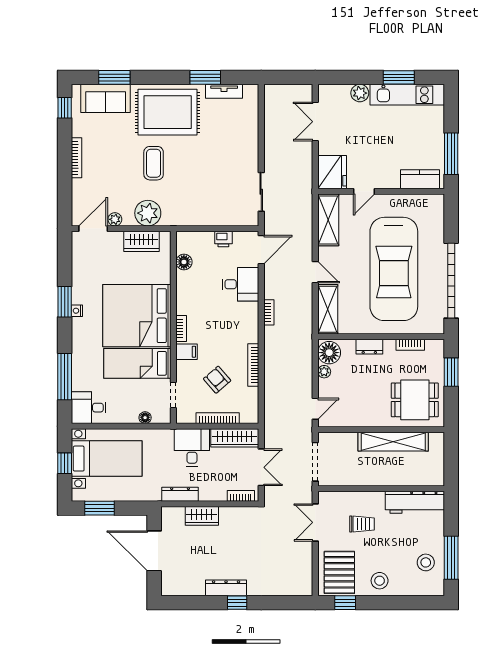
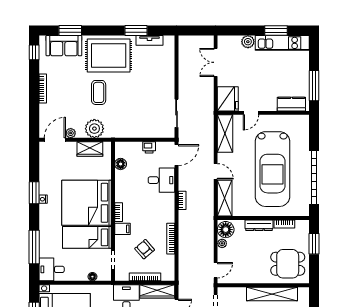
dresser: (369, 347) -> (259, 225), width x1.44

